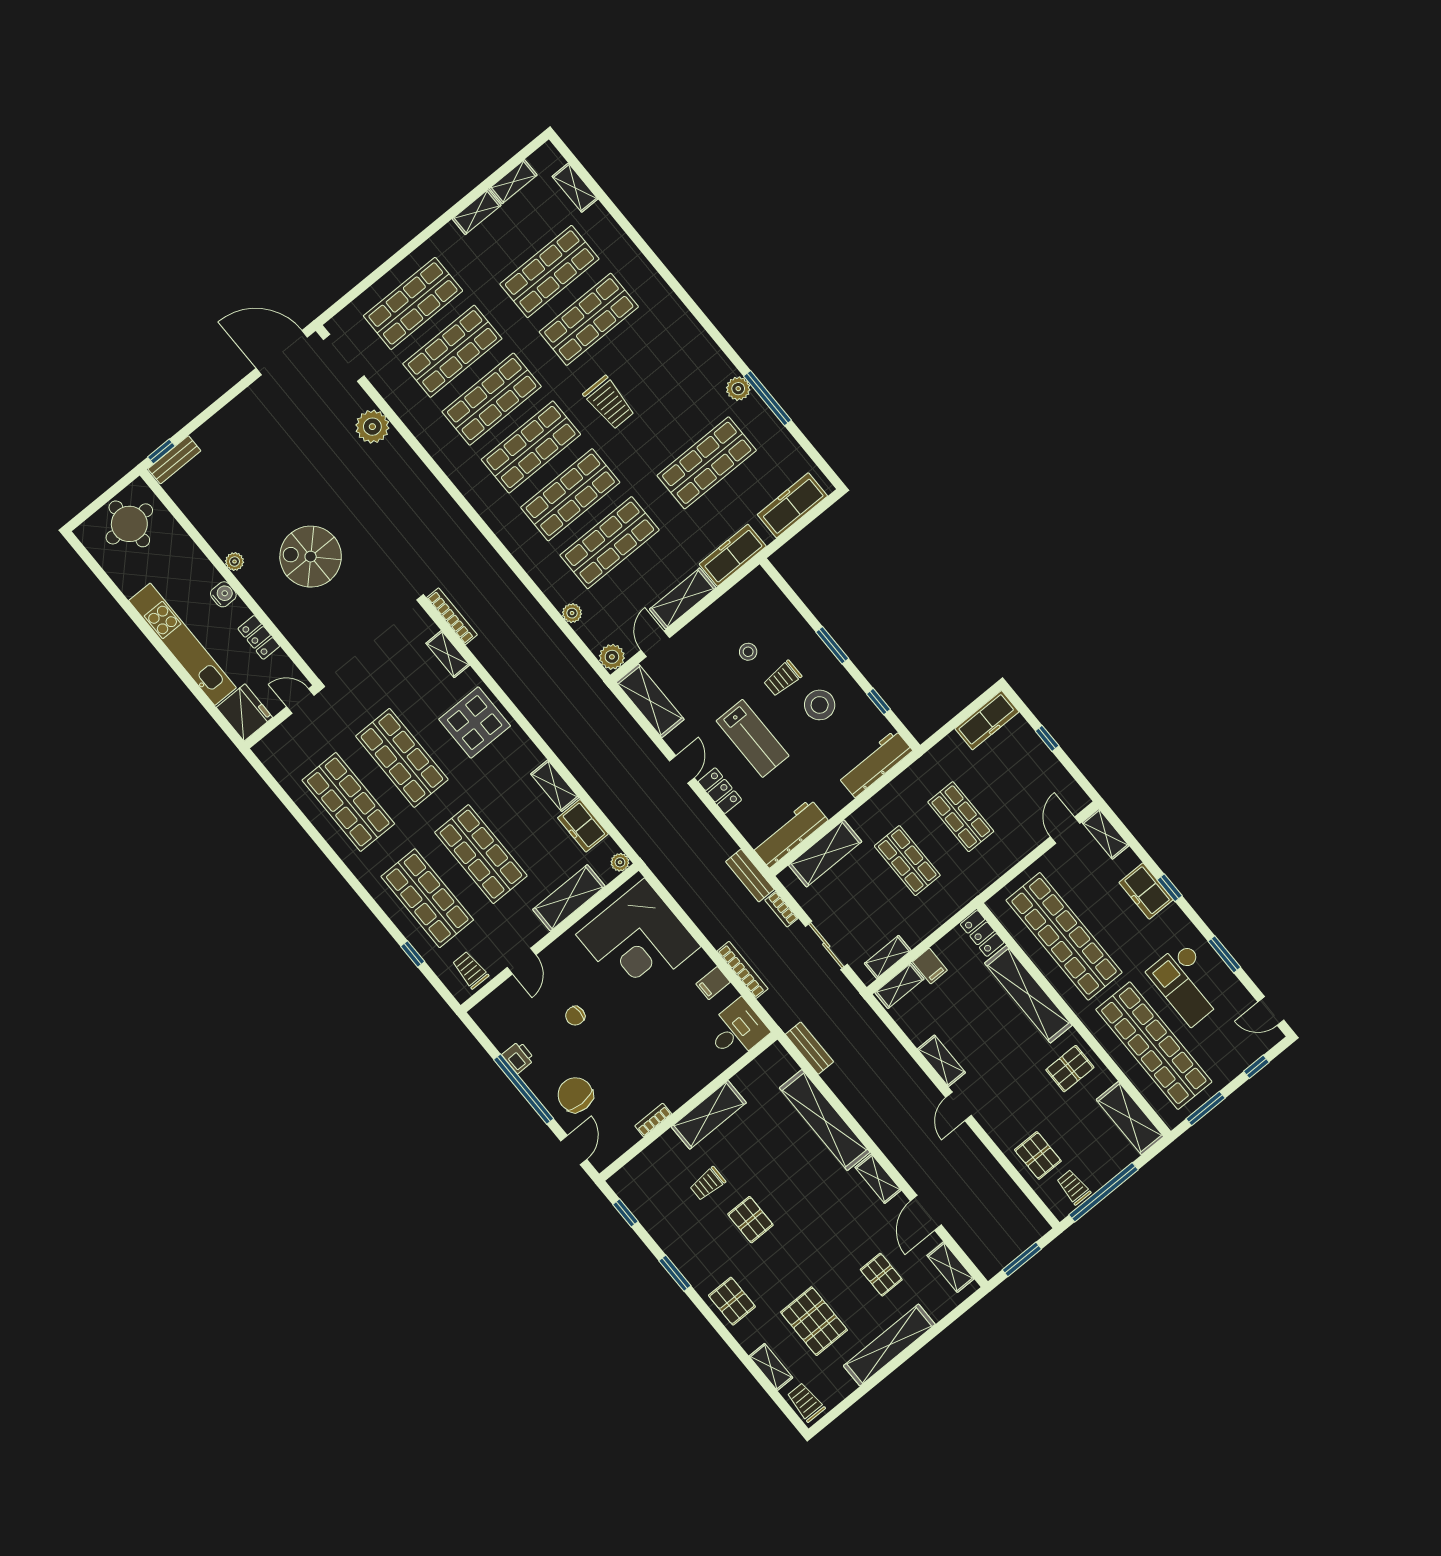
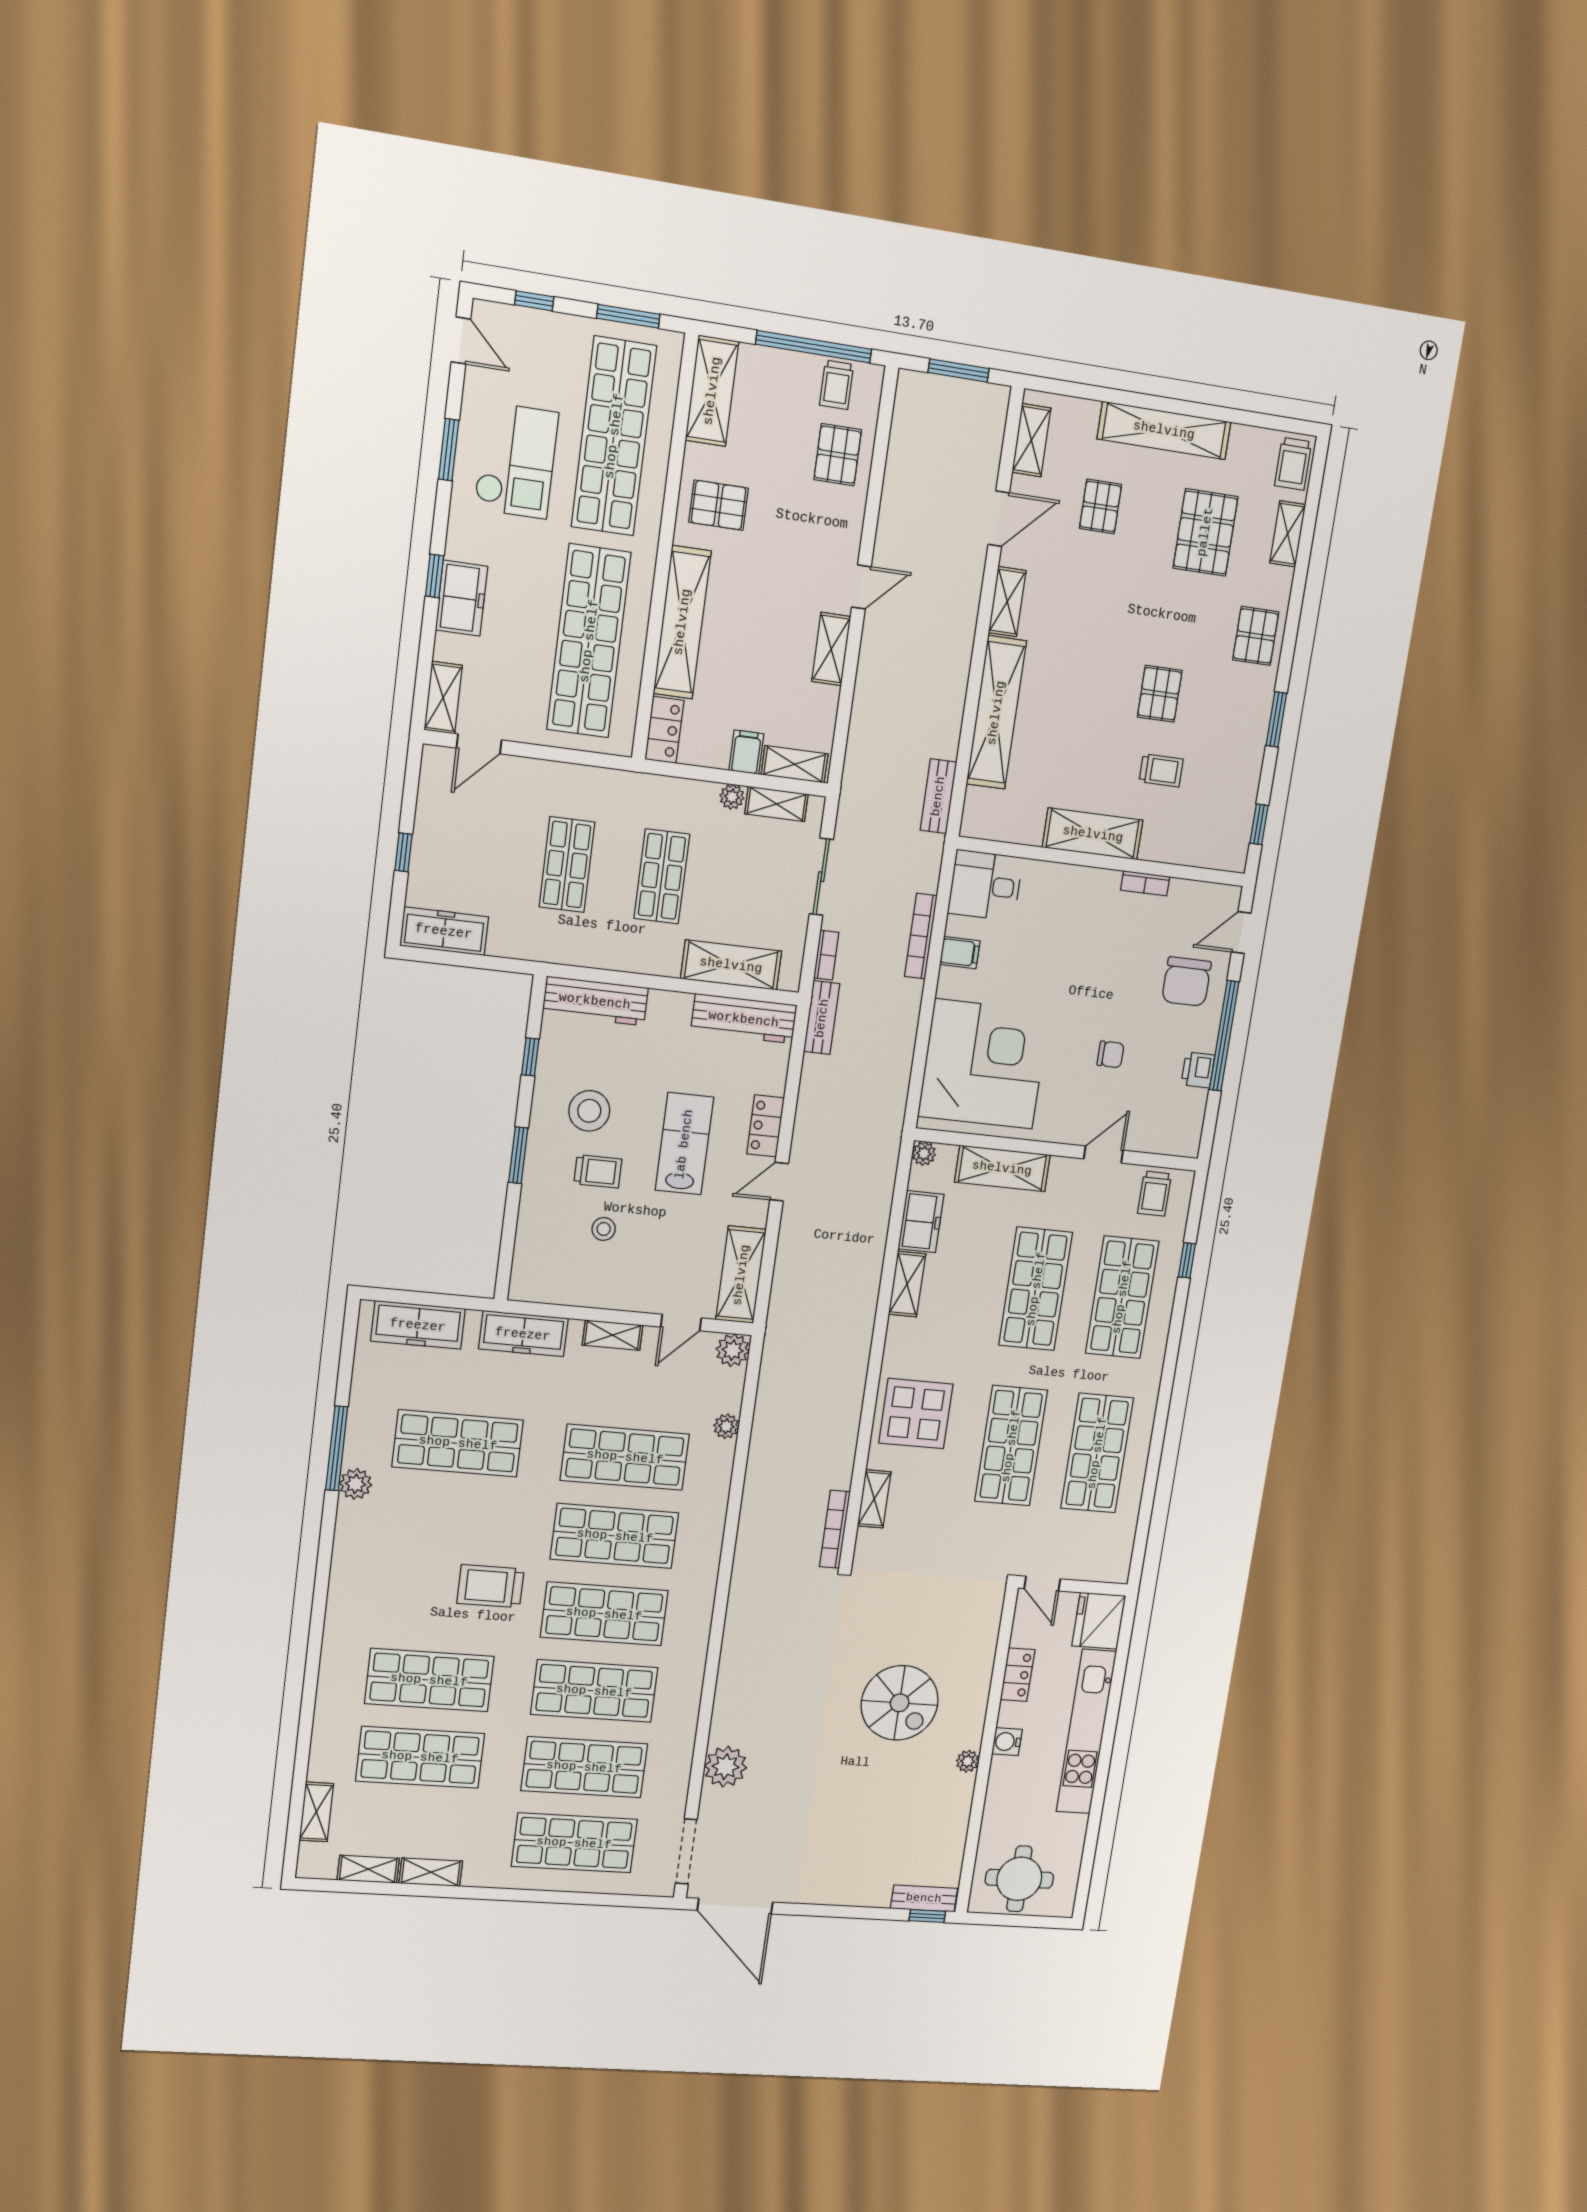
trolley: (609, 403) -> (491, 1586), turned -90
shelving: (683, 598) -> (613, 1335), width x0.67, depth x0.75
plant: (914, 937) -> (732, 797), added

